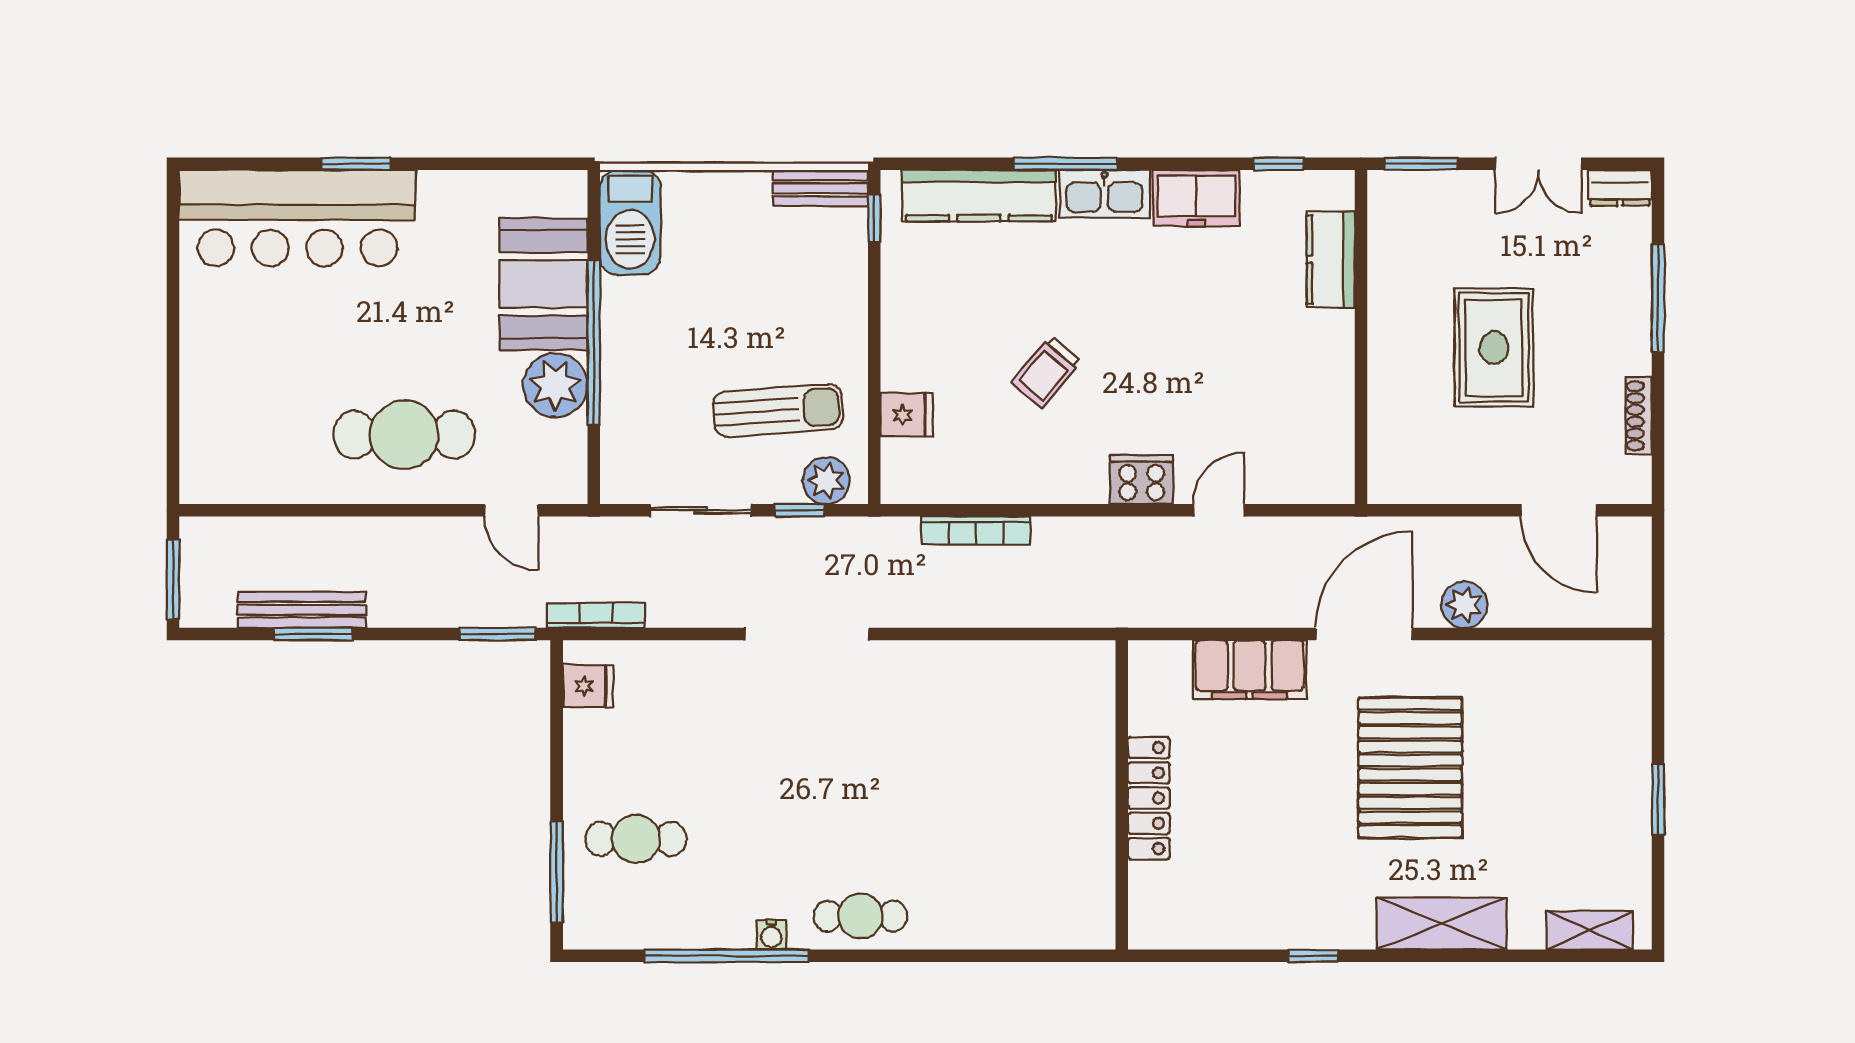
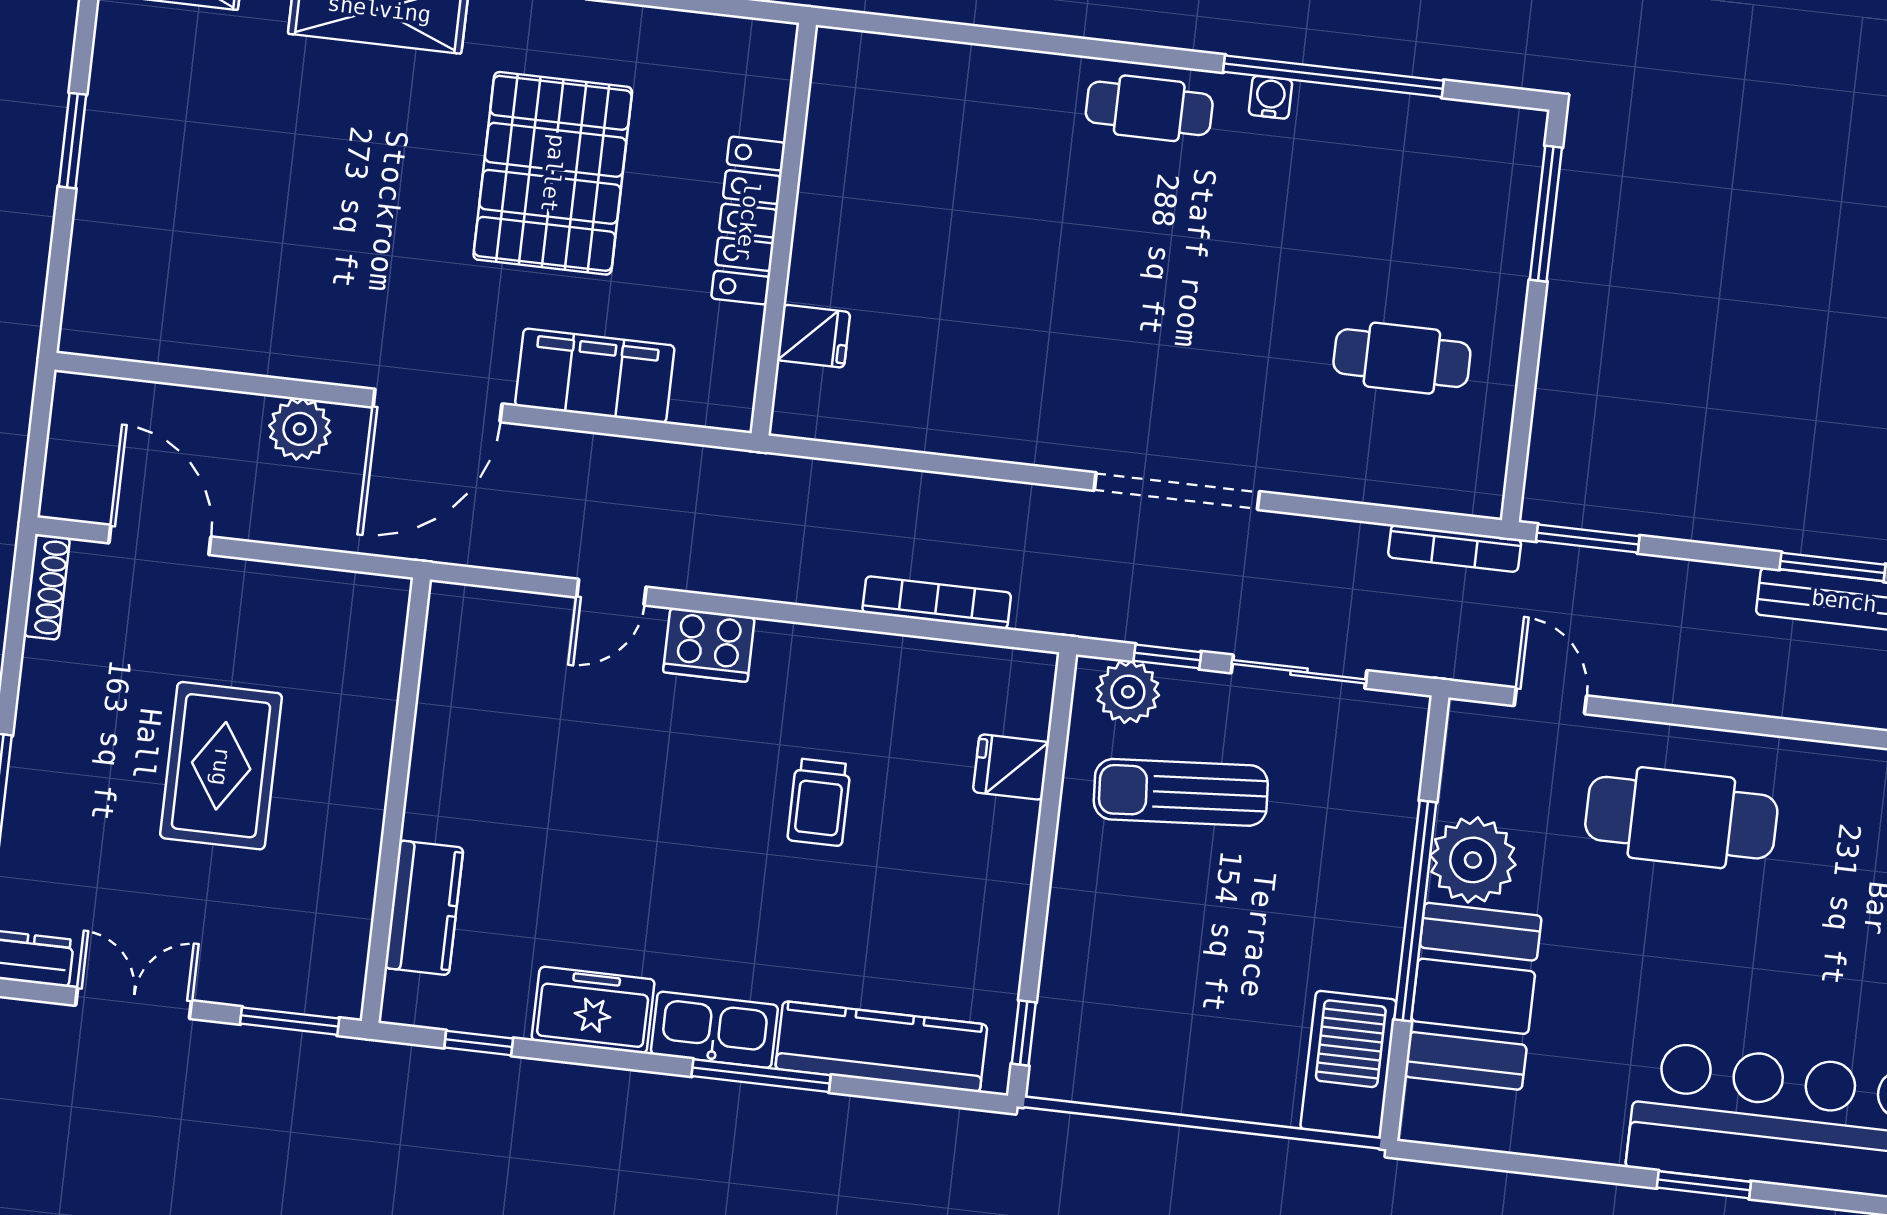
bench: (820, 188) -> (1091, 1081), removed
trolley: (1046, 372) -> (819, 802), turned 140
shoe rack: (1639, 416) -> (47, 587), moved
fridge: (588, 686) -> (814, 336), moved, turned 180
pallet: (1410, 768) -> (553, 173), moved
cafe table: (636, 839) -> (1402, 358), moved

